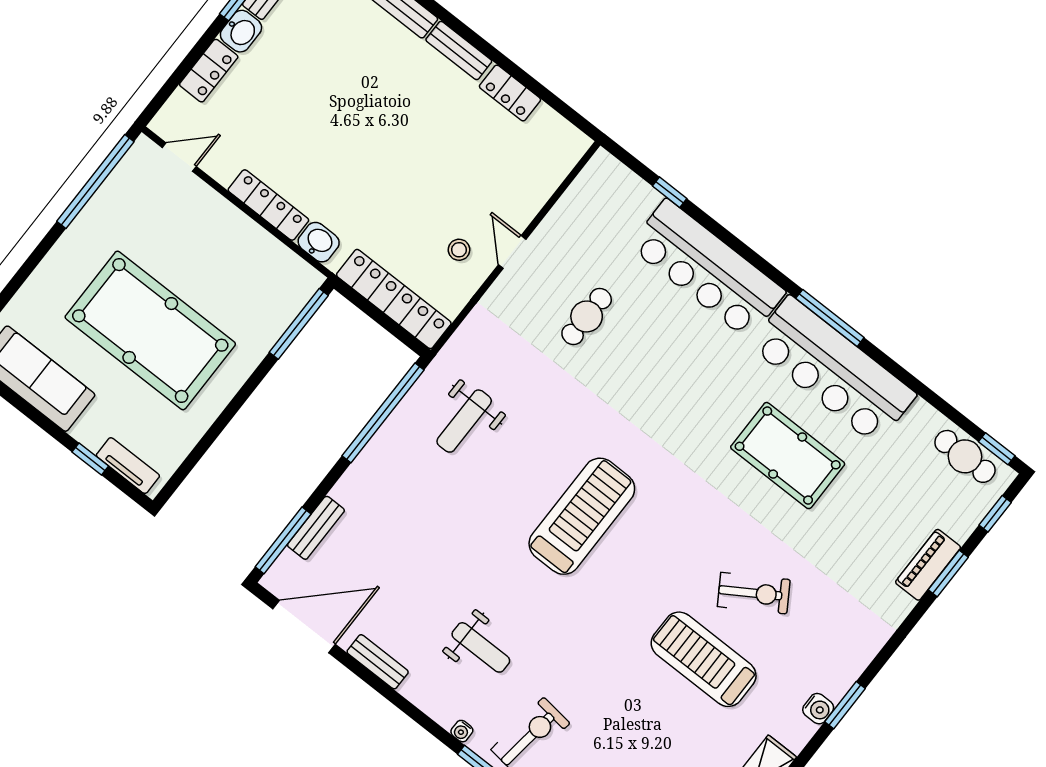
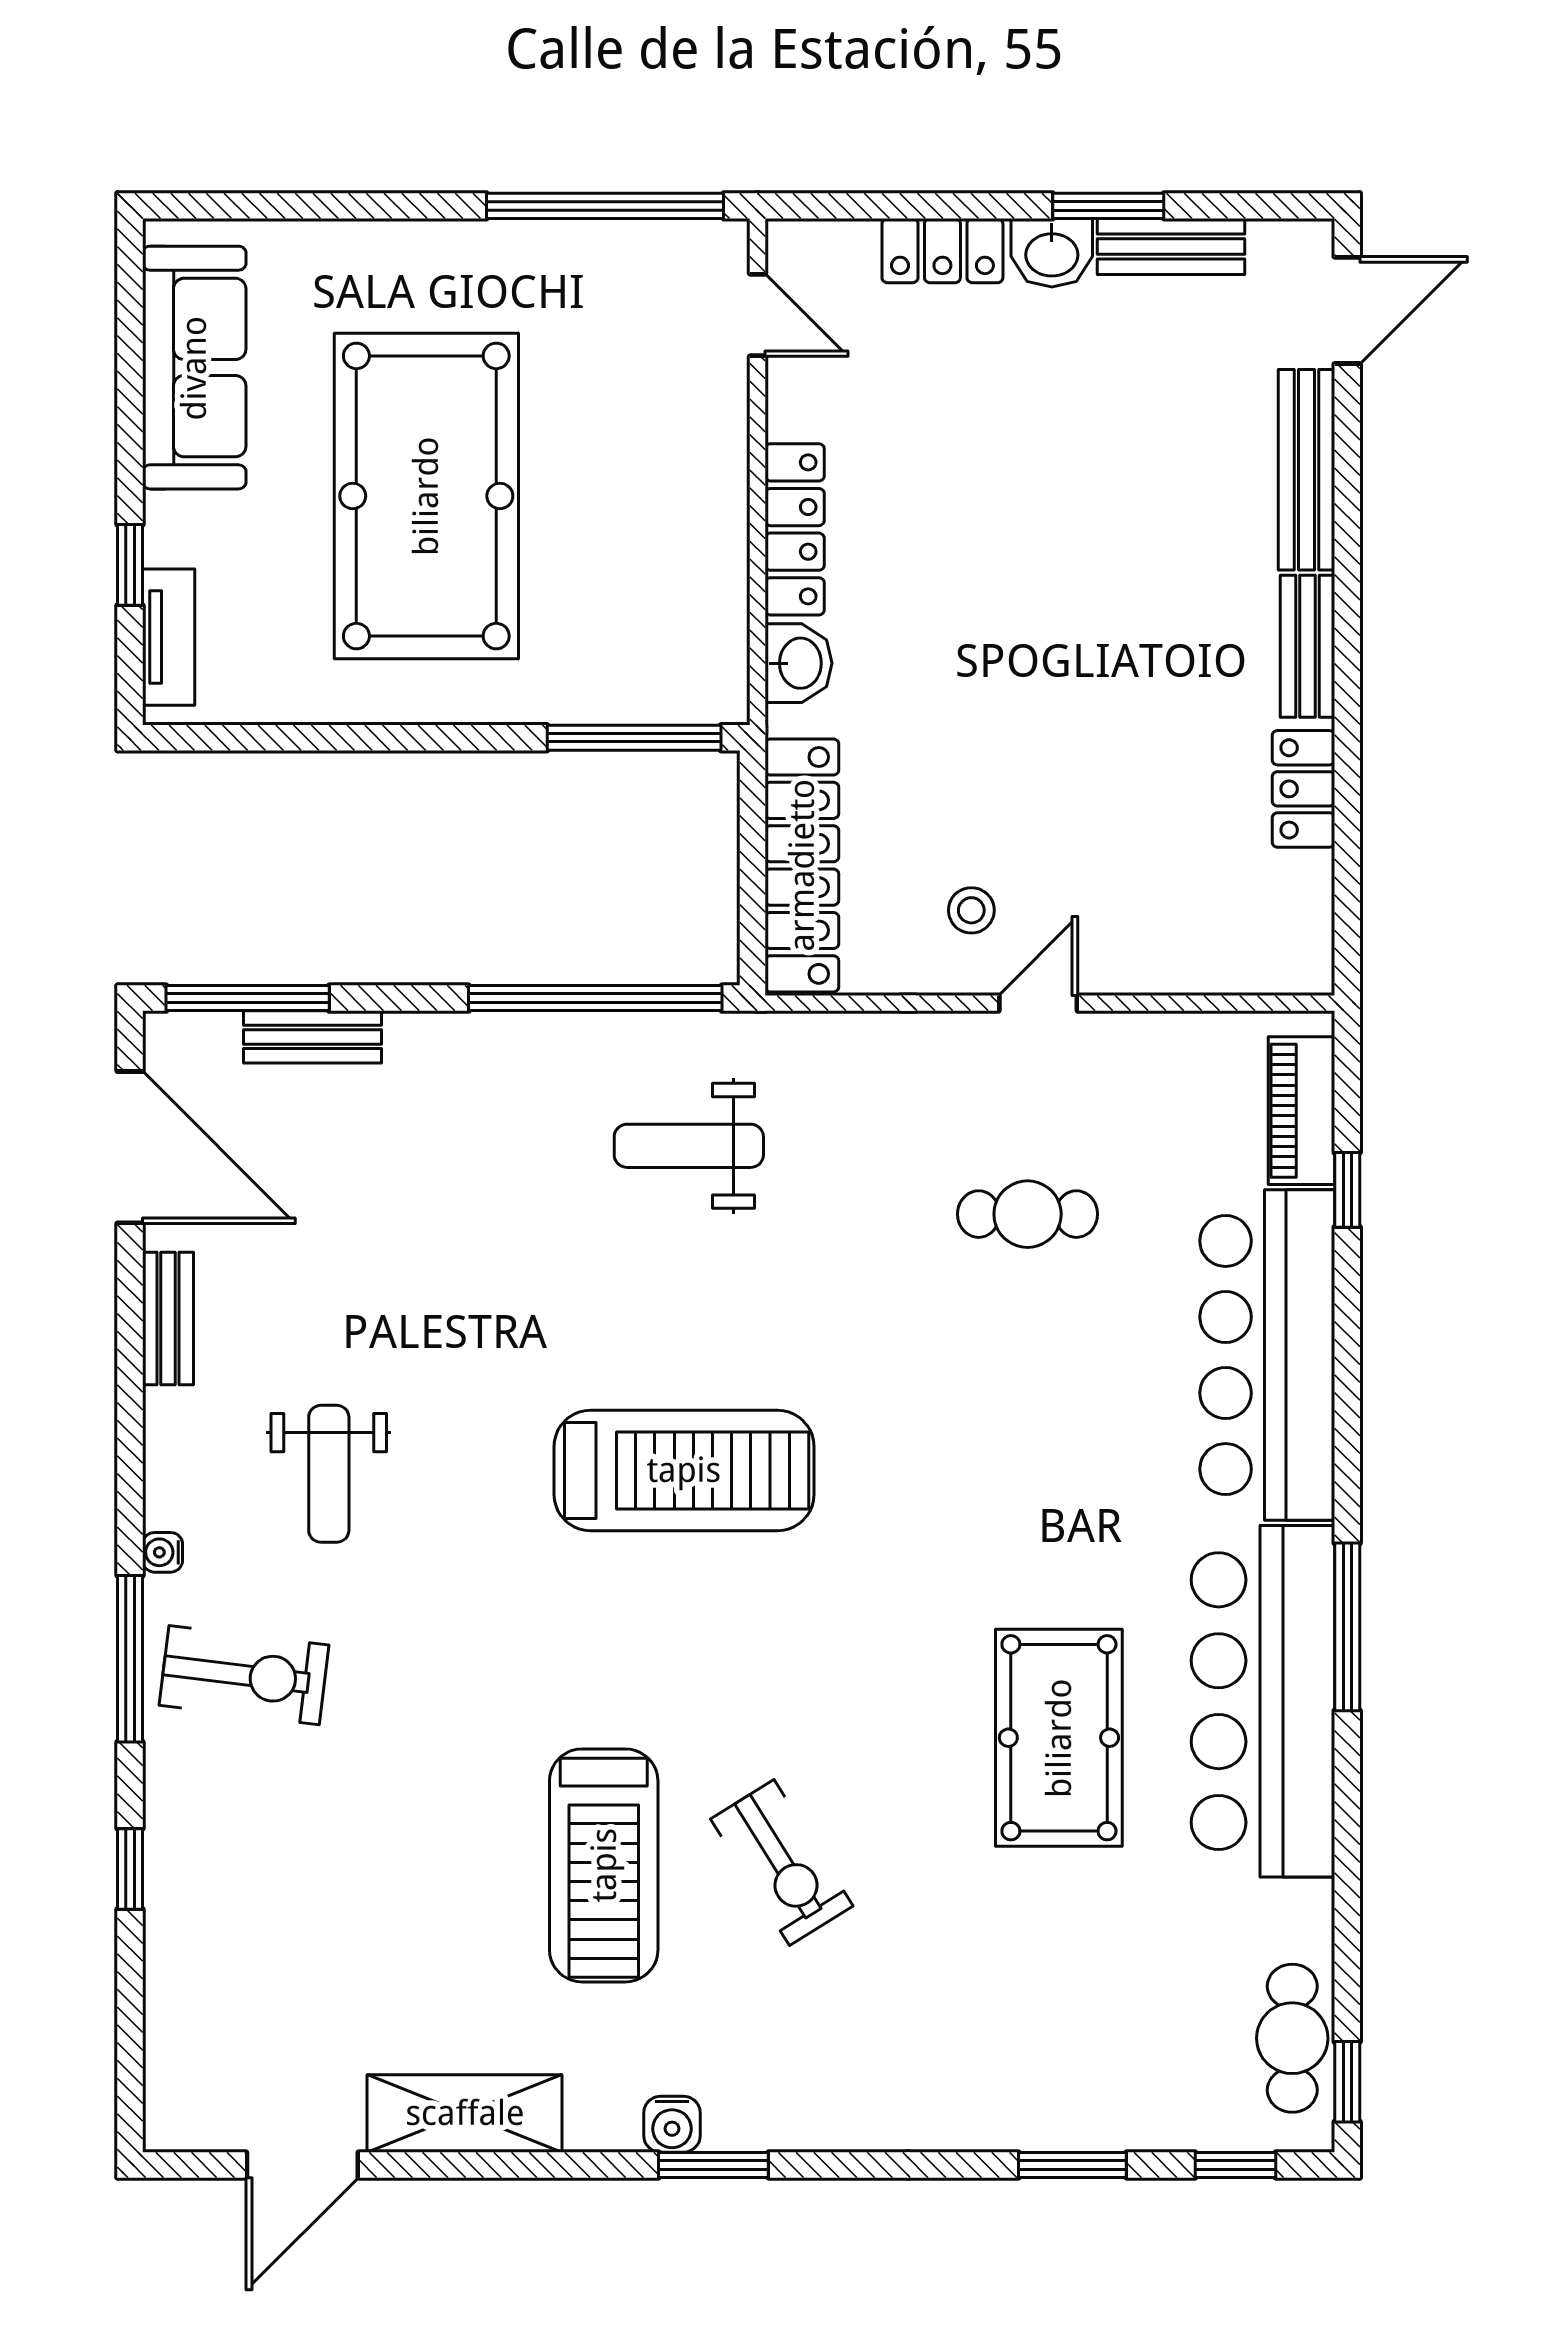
piano: (928, 565) -> (1302, 1111), moved, turned -90
treadmill: (704, 659) -> (604, 1865), turned 180

